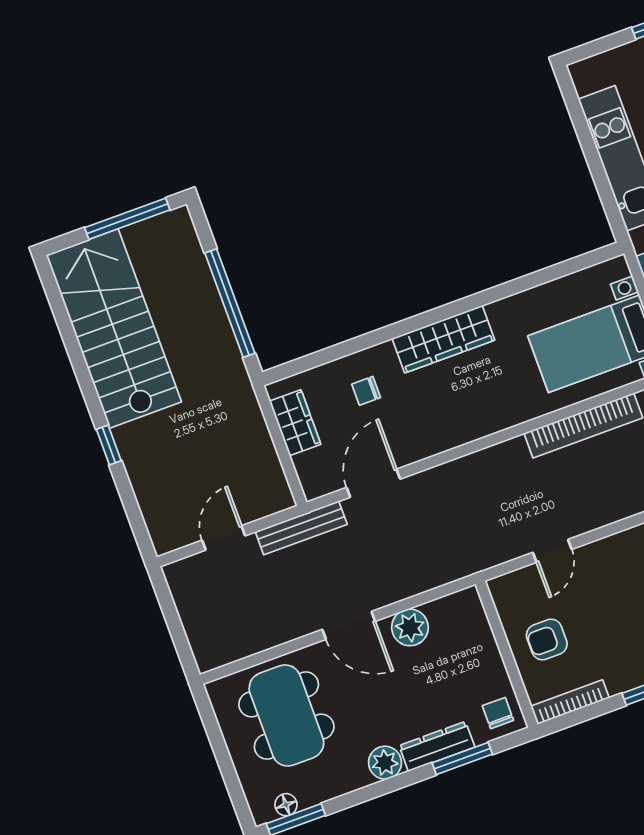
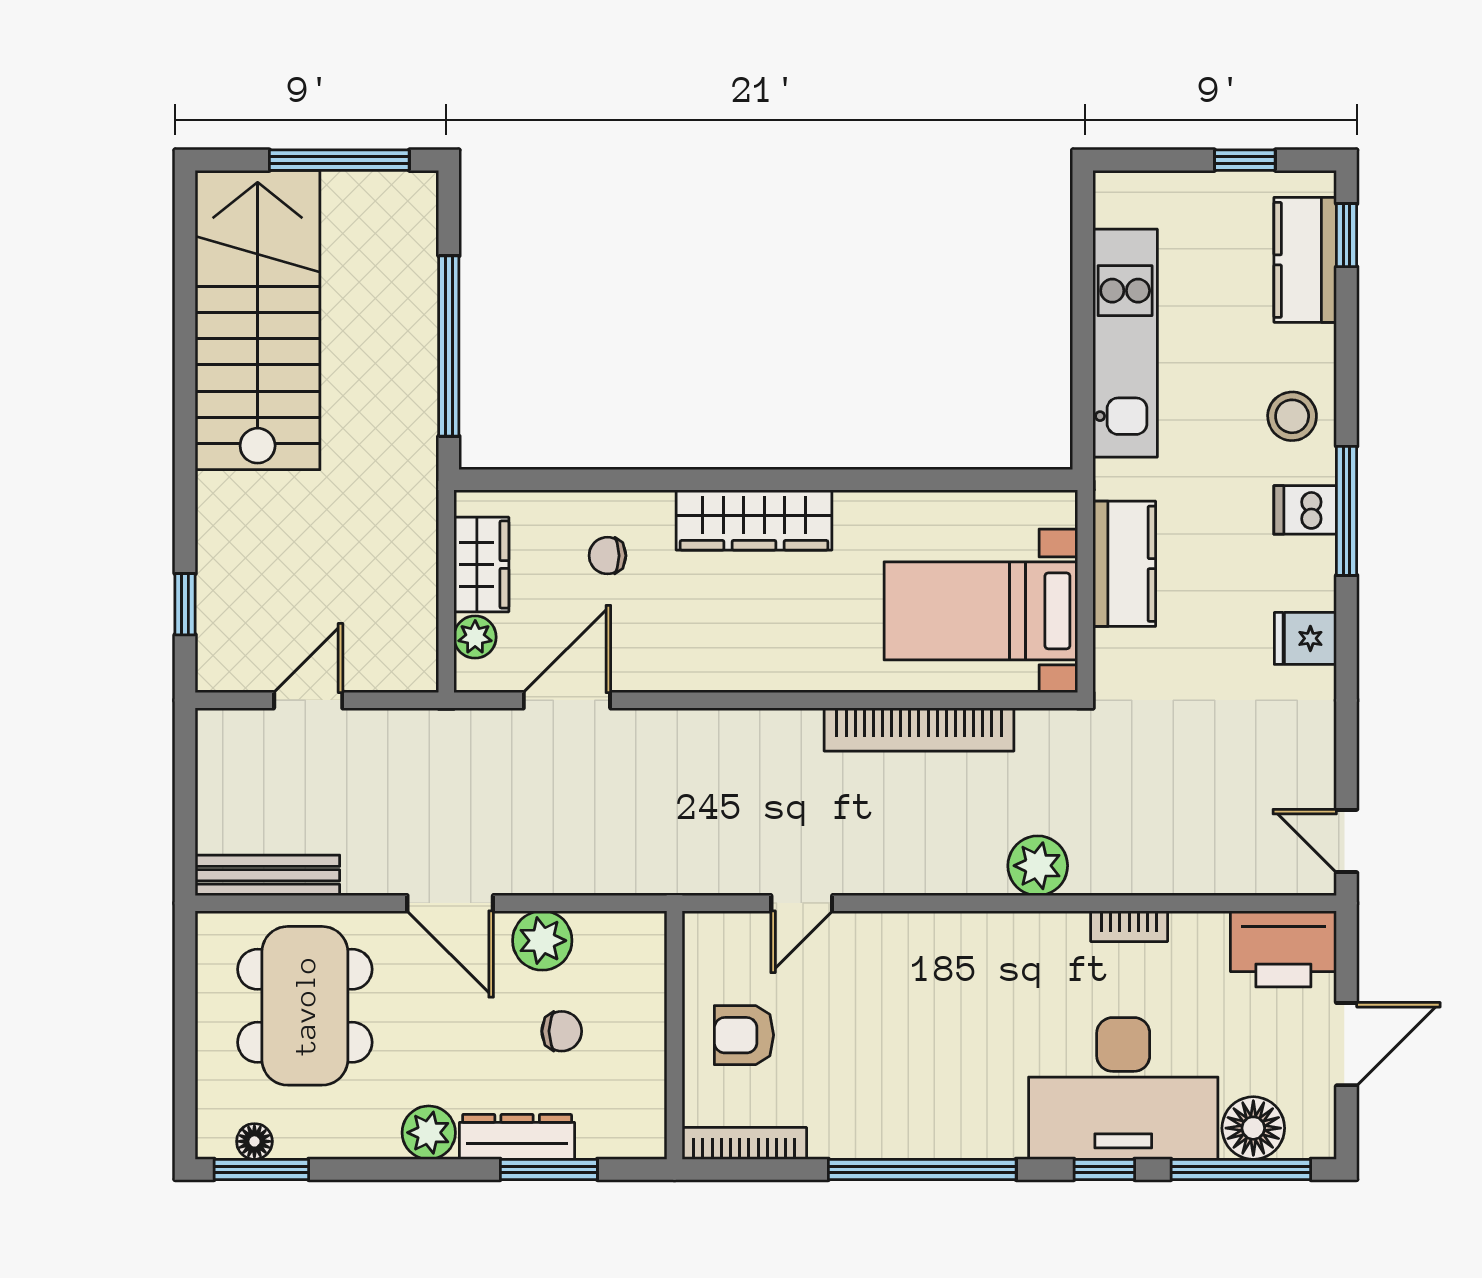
window: (109, 445) -> (185, 604), moved
plant: (307, 466) -> (475, 637), added
bench: (301, 528) -> (267, 875), moved
chair: (498, 713) -> (562, 1031), moved, turned 90

